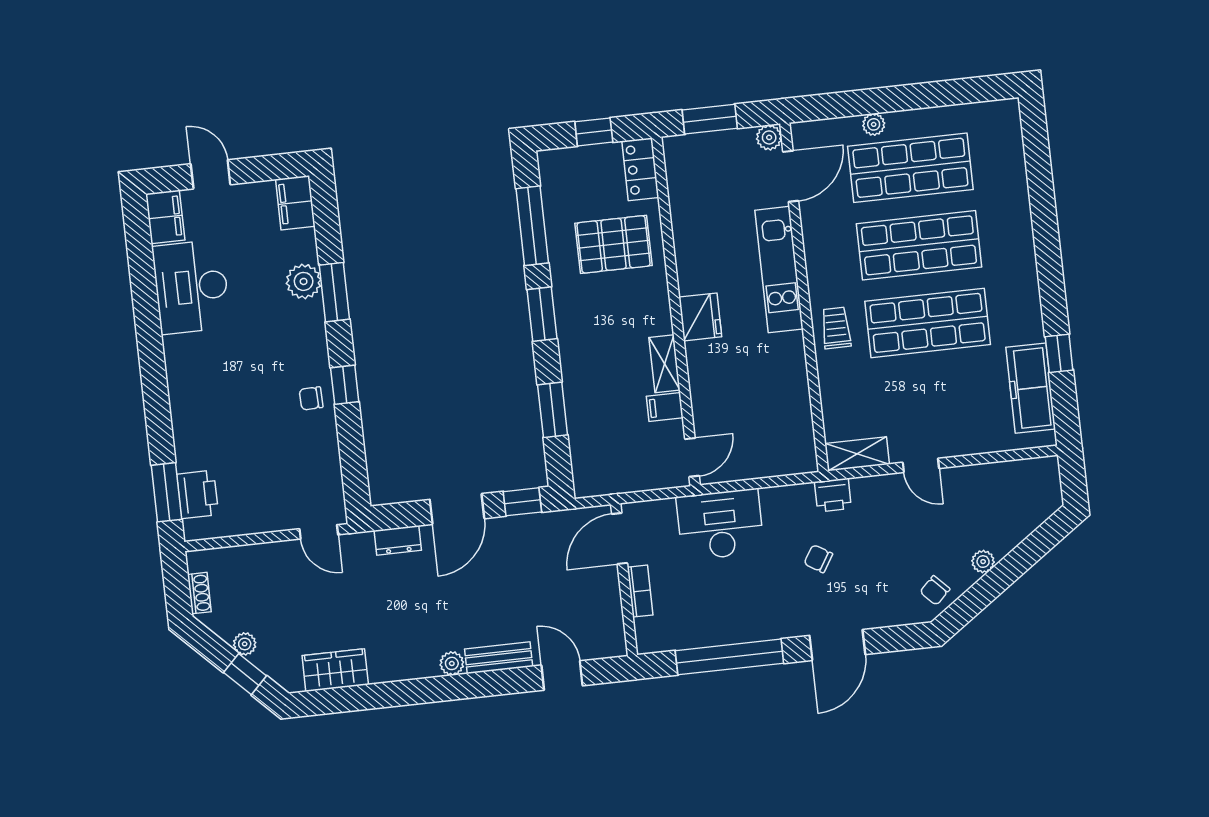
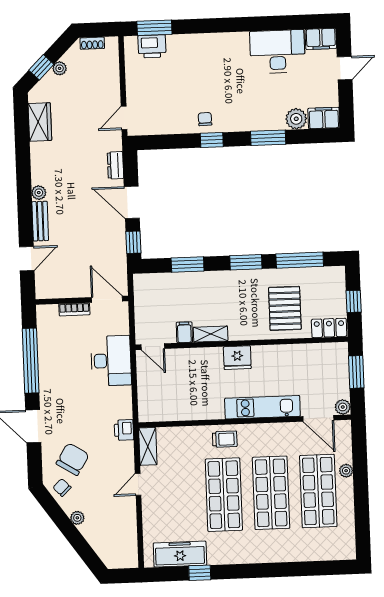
plant: (304, 281) -> (296, 119), moved
chair: (818, 559) -> (73, 459), moved, width x1.87, depth x1.87

